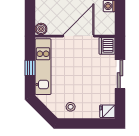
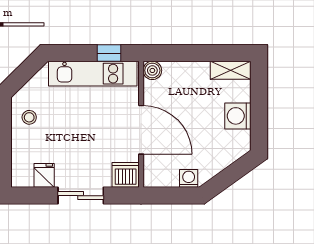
window: (30, 68) -> (109, 53), moved
fridge: (107, 111) -> (44, 175), moved

